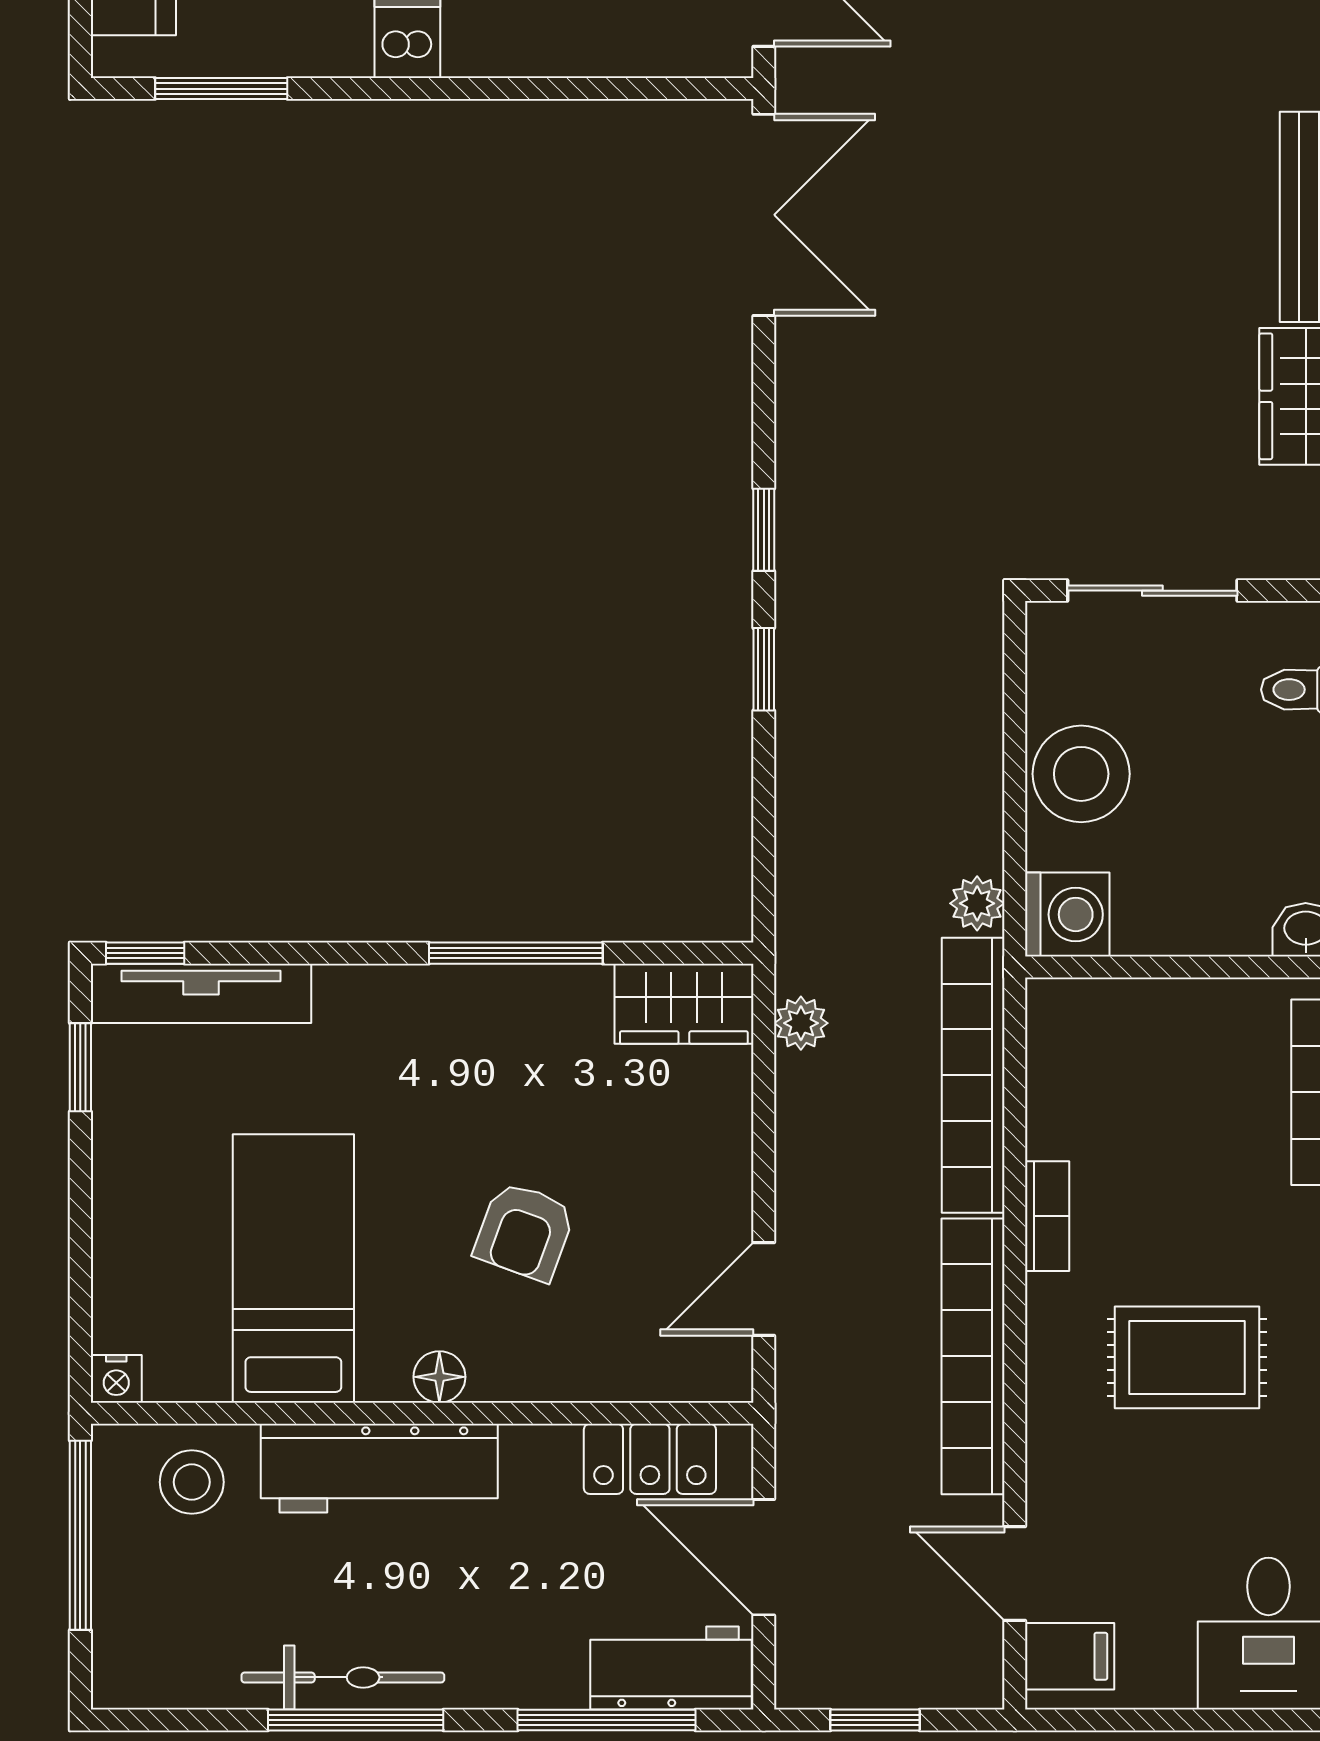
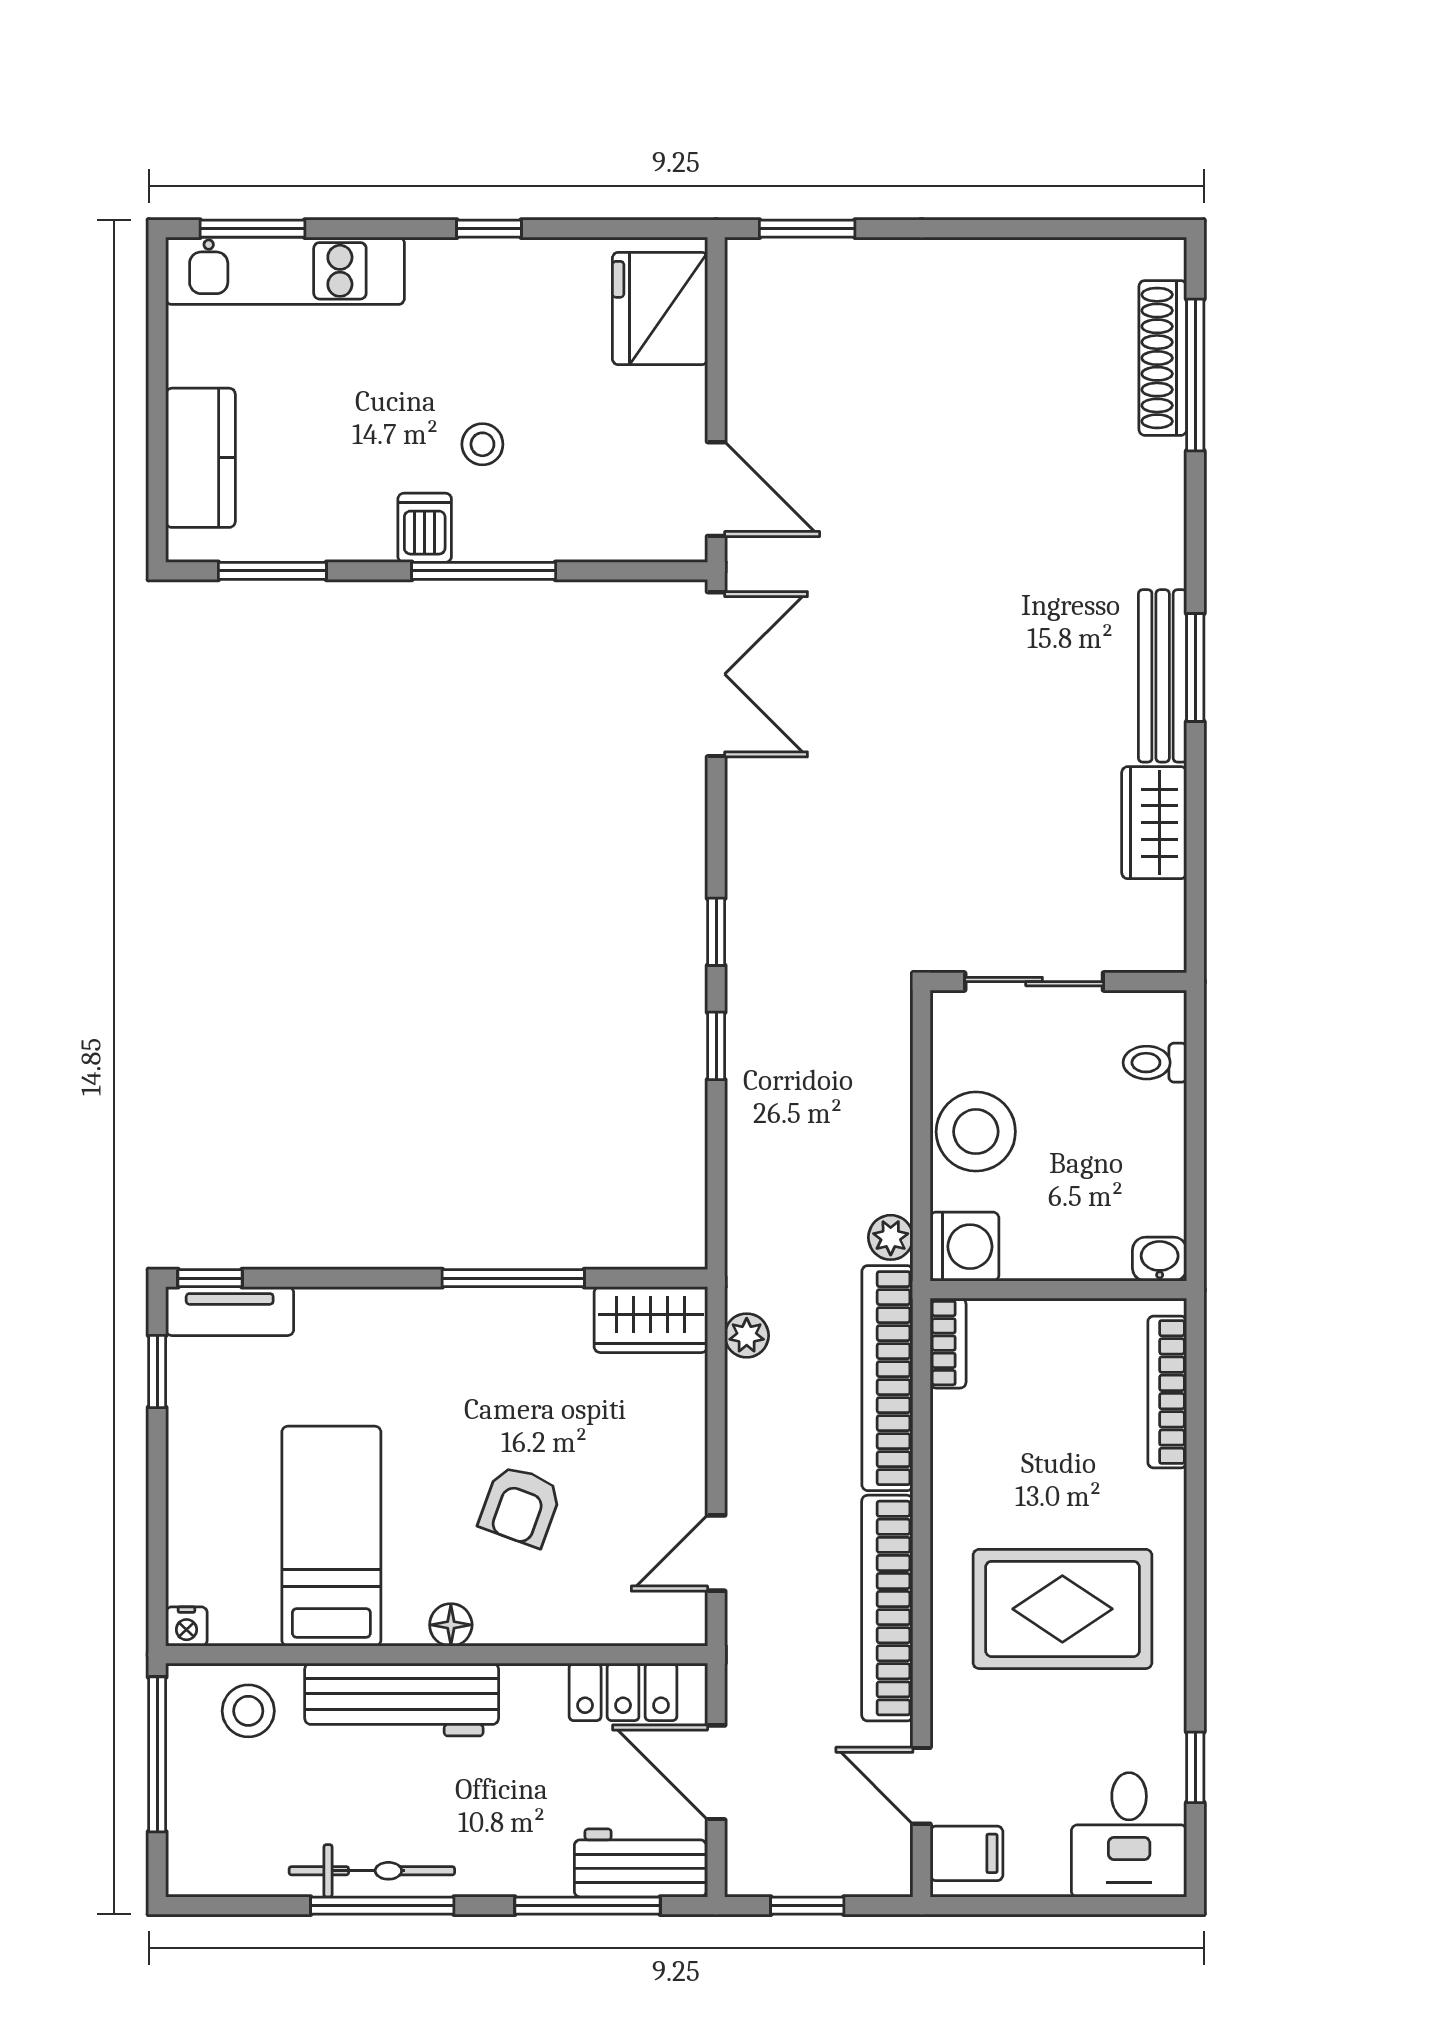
window: (479, 89) -> (484, 571), added
tv unit: (201, 993) -> (230, 1311), width x0.71
bookcase: (1047, 1216) -> (948, 1343), moved
rug: (1187, 1357) -> (1062, 1609), width x1.36, depth x1.43

